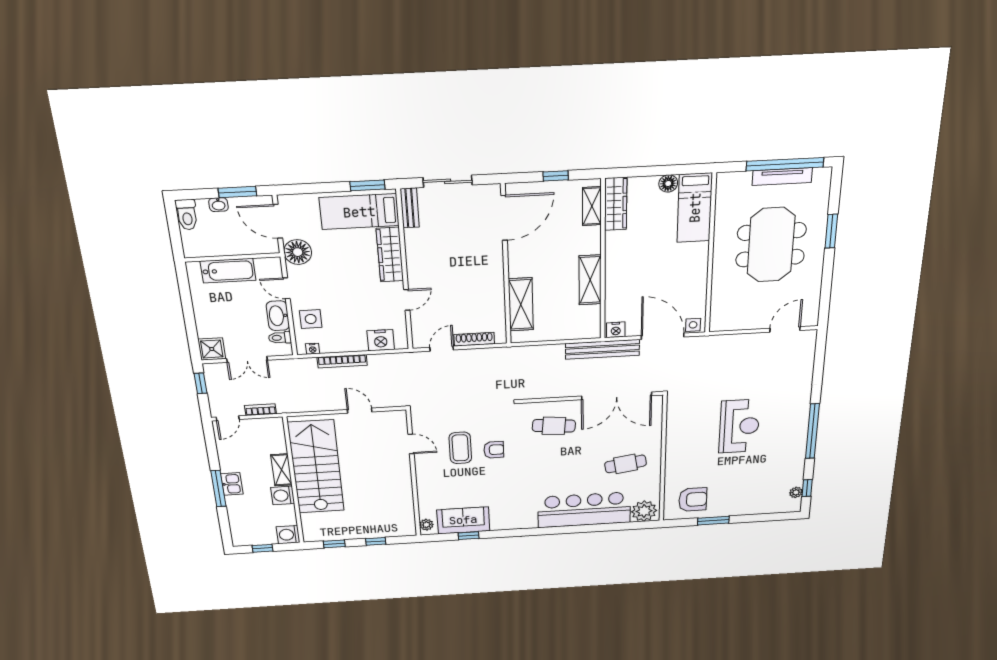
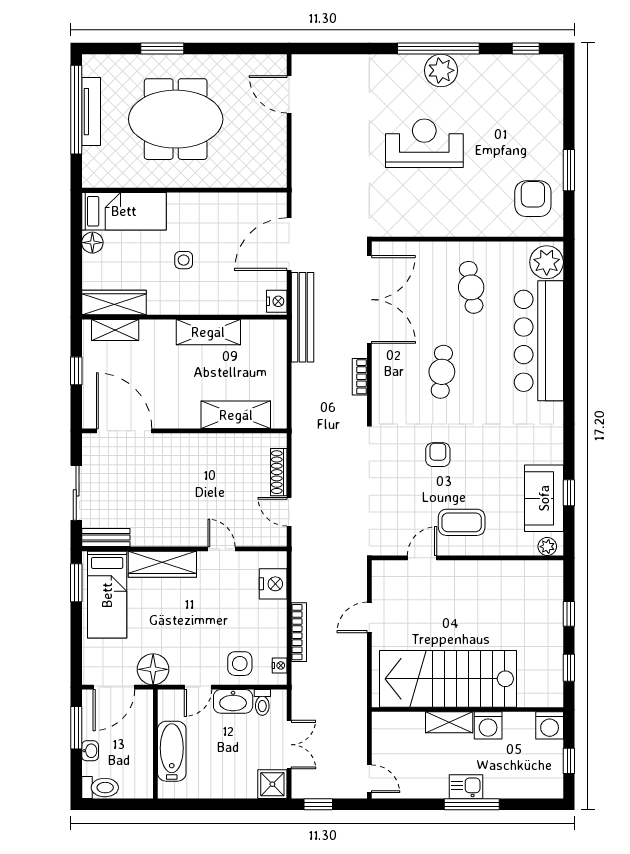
side table: (693, 325) -> (184, 260), moved
bookcase: (260, 410) -> (360, 377), moved
cafe table: (554, 426) -> (442, 372), moved
coffee table: (460, 448) -> (462, 522), moved
plant: (796, 492) -> (441, 70), moved, width x1.88, depth x1.88

